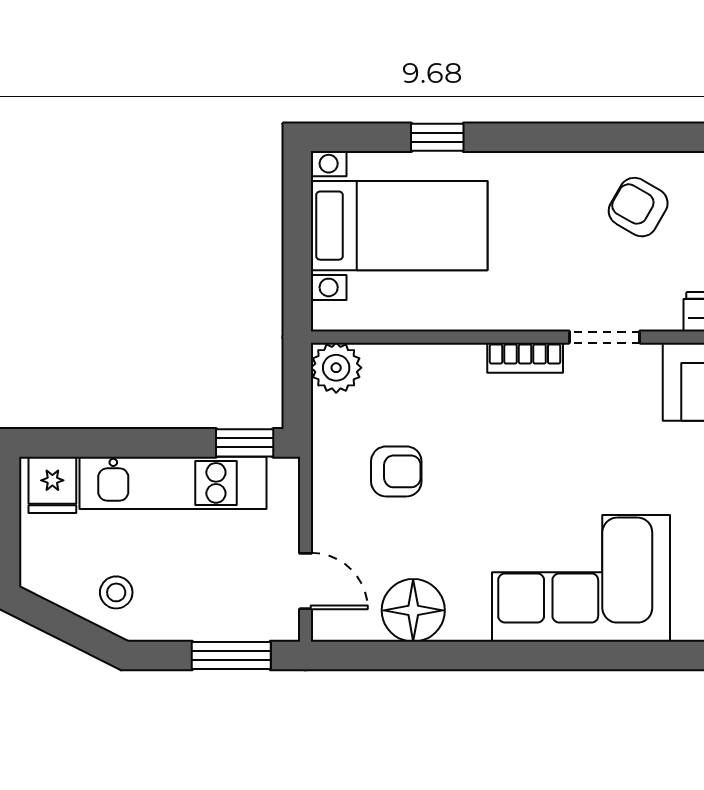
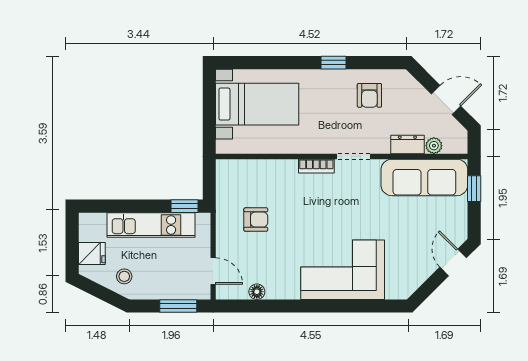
window: (437, 137) -> (333, 63), moved
armchair: (638, 207) -> (369, 95), turned -120
plant: (336, 368) -> (228, 171), removed
fridge: (52, 485) -> (92, 253), moved, turned -90
floor lamp: (413, 610) -> (257, 292), width x0.53, depth x0.53

